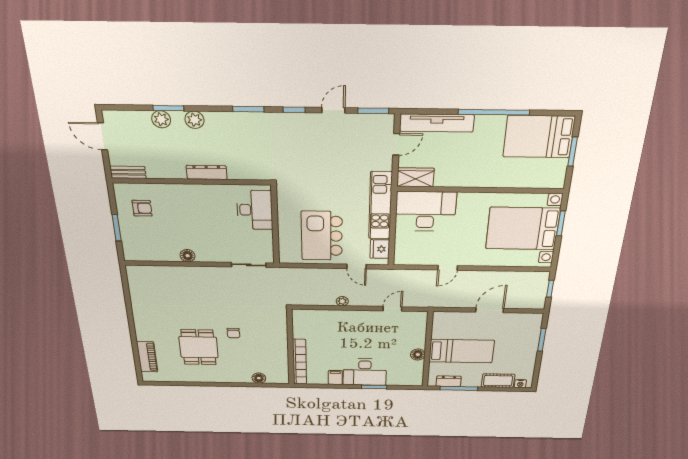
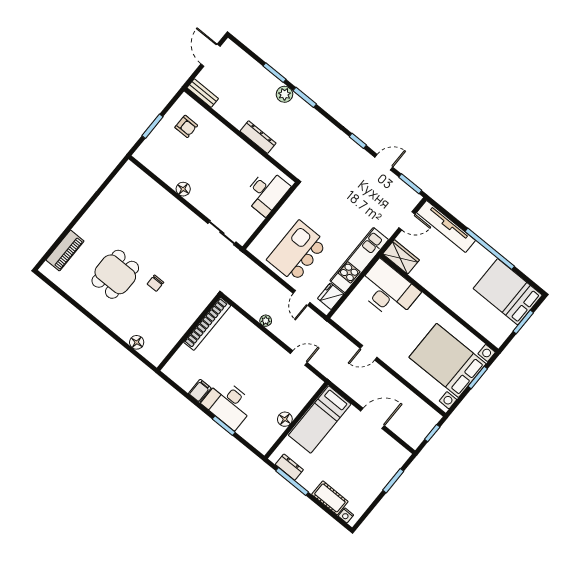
window: (248, 109) -> (305, 97), moved
plant: (161, 119) -> (262, 76), removed
bed: (461, 351) -> (320, 420), moved, turned 90
bookcase: (300, 362) -> (207, 324), moved

